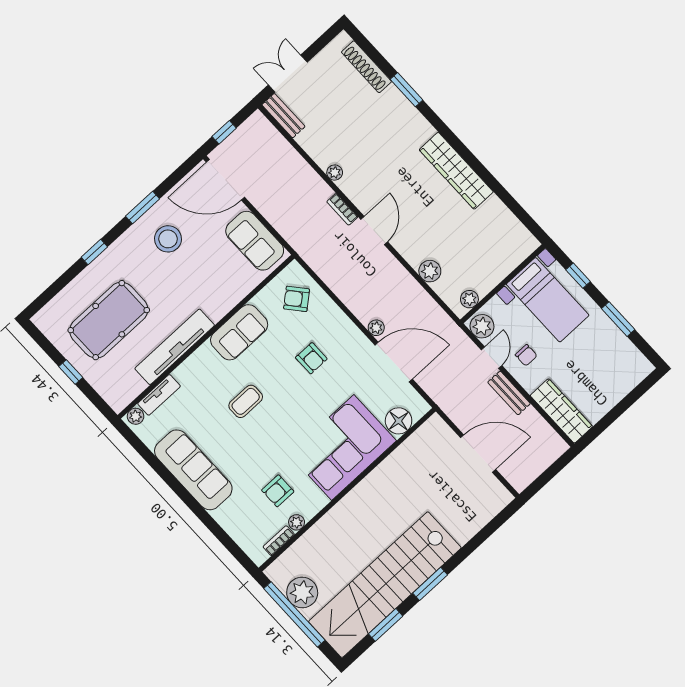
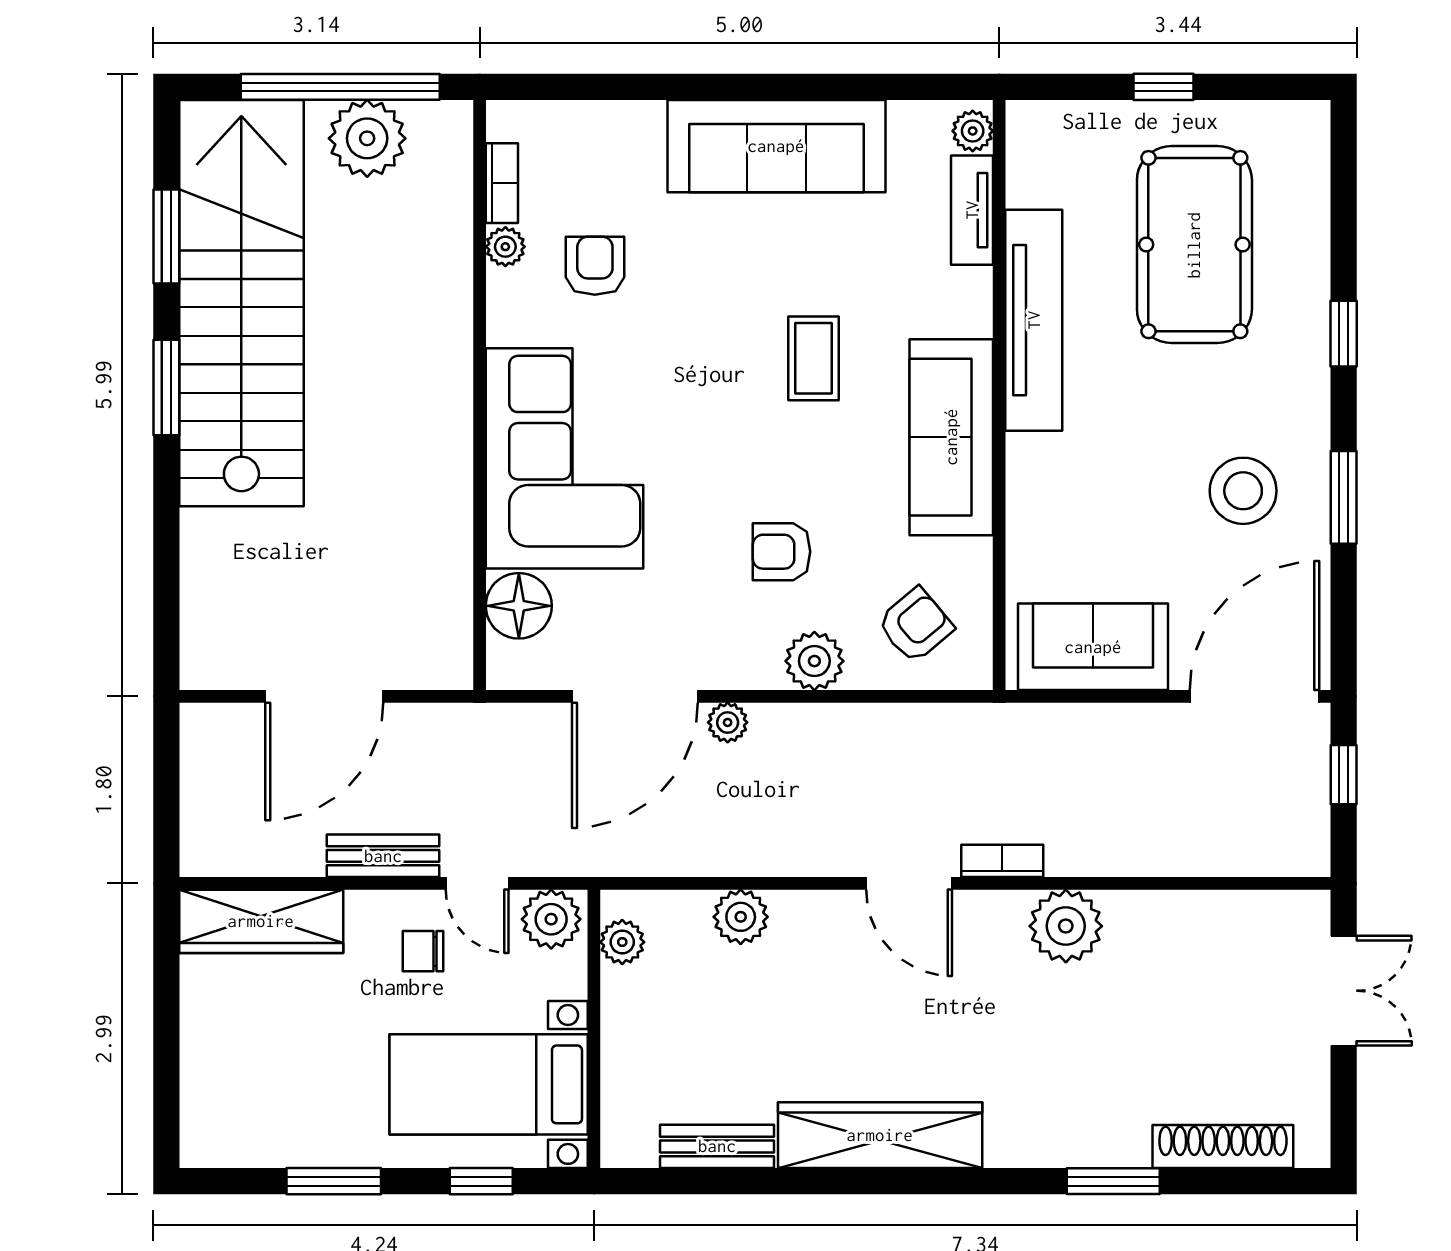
bench: (283, 116) -> (717, 1146), moved
plant: (335, 173) -> (1066, 926), width x1.88, depth x1.88
plant: (335, 319) -> (814, 661), added
sofa: (239, 332) -> (951, 437), width x1.36

